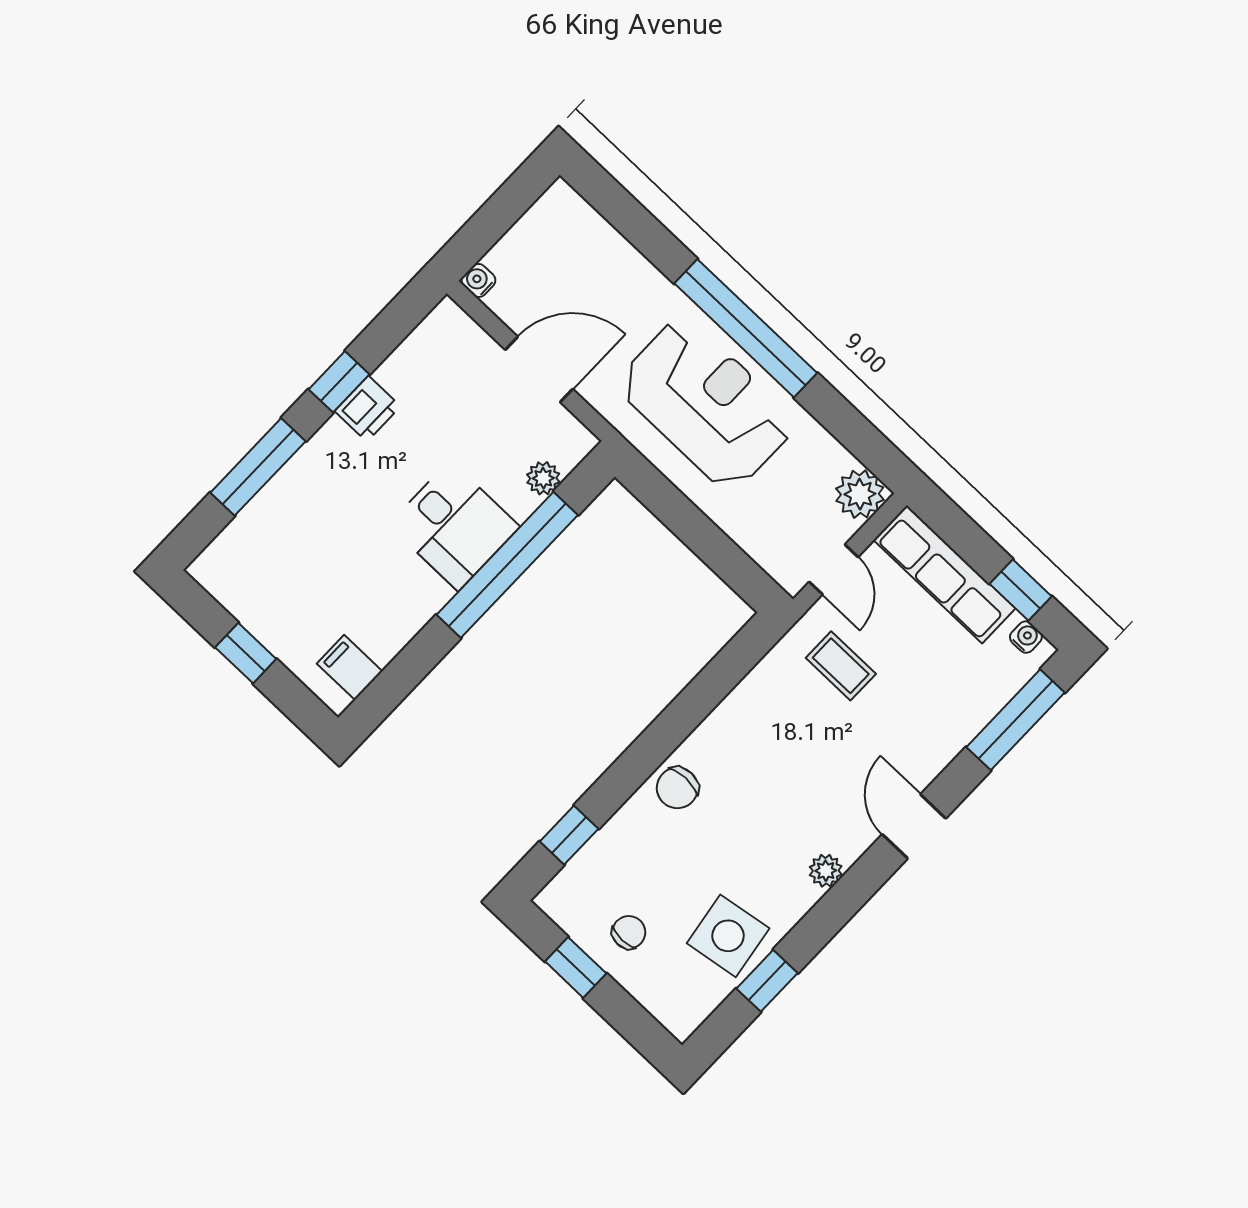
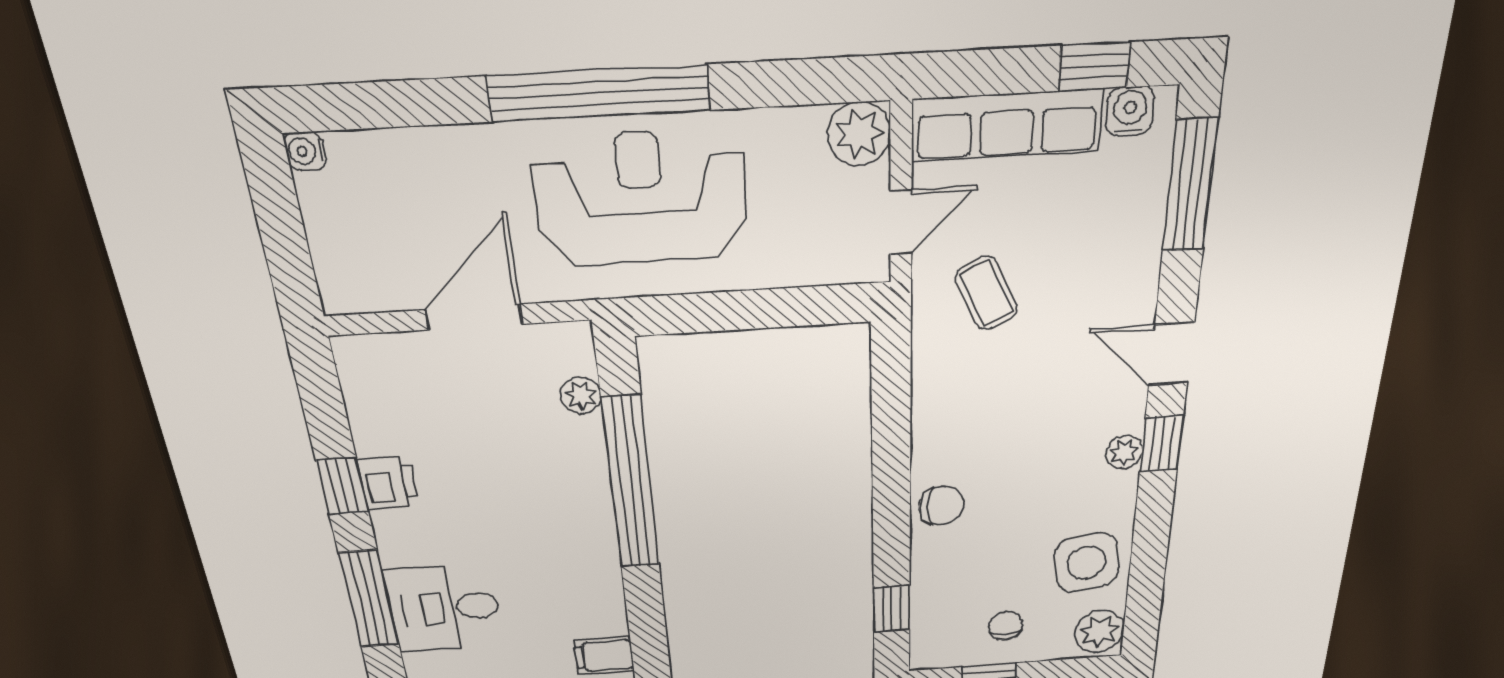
water cooler: (479, 280) -> (305, 151), moved
desk: (454, 526) -> (444, 608), moved, turned 180
door: (834, 569) -> (901, 222), hinge flipped
water cooler: (1026, 637) -> (1130, 111), width x1.38, depth x1.38
coffee table: (841, 666) -> (986, 293), turned 65
chair: (677, 788) -> (942, 506), turned -90
window: (767, 981) -> (1161, 444), moved
plant: (686, 1007) -> (1099, 631), added

